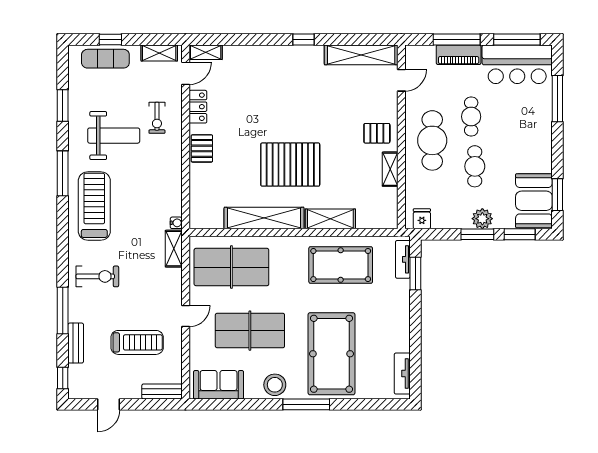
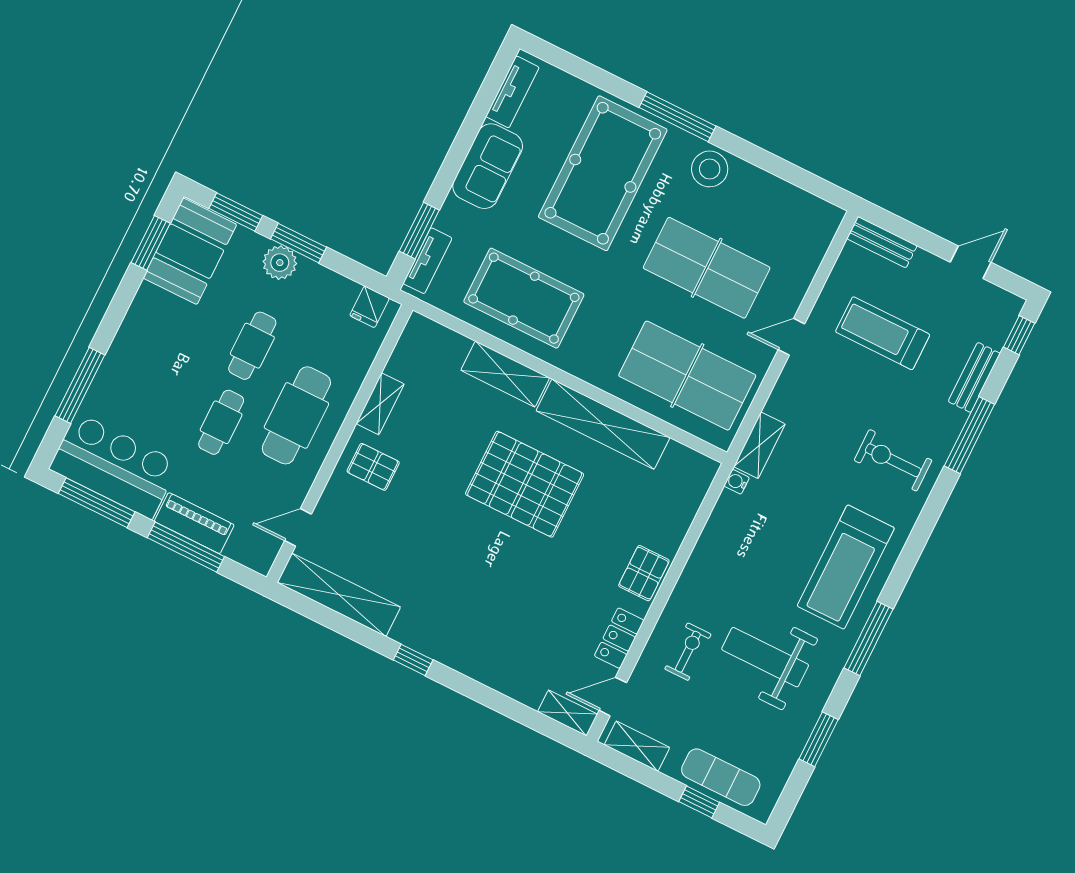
sofa: (219, 385) -> (488, 166), moved, turned -90

